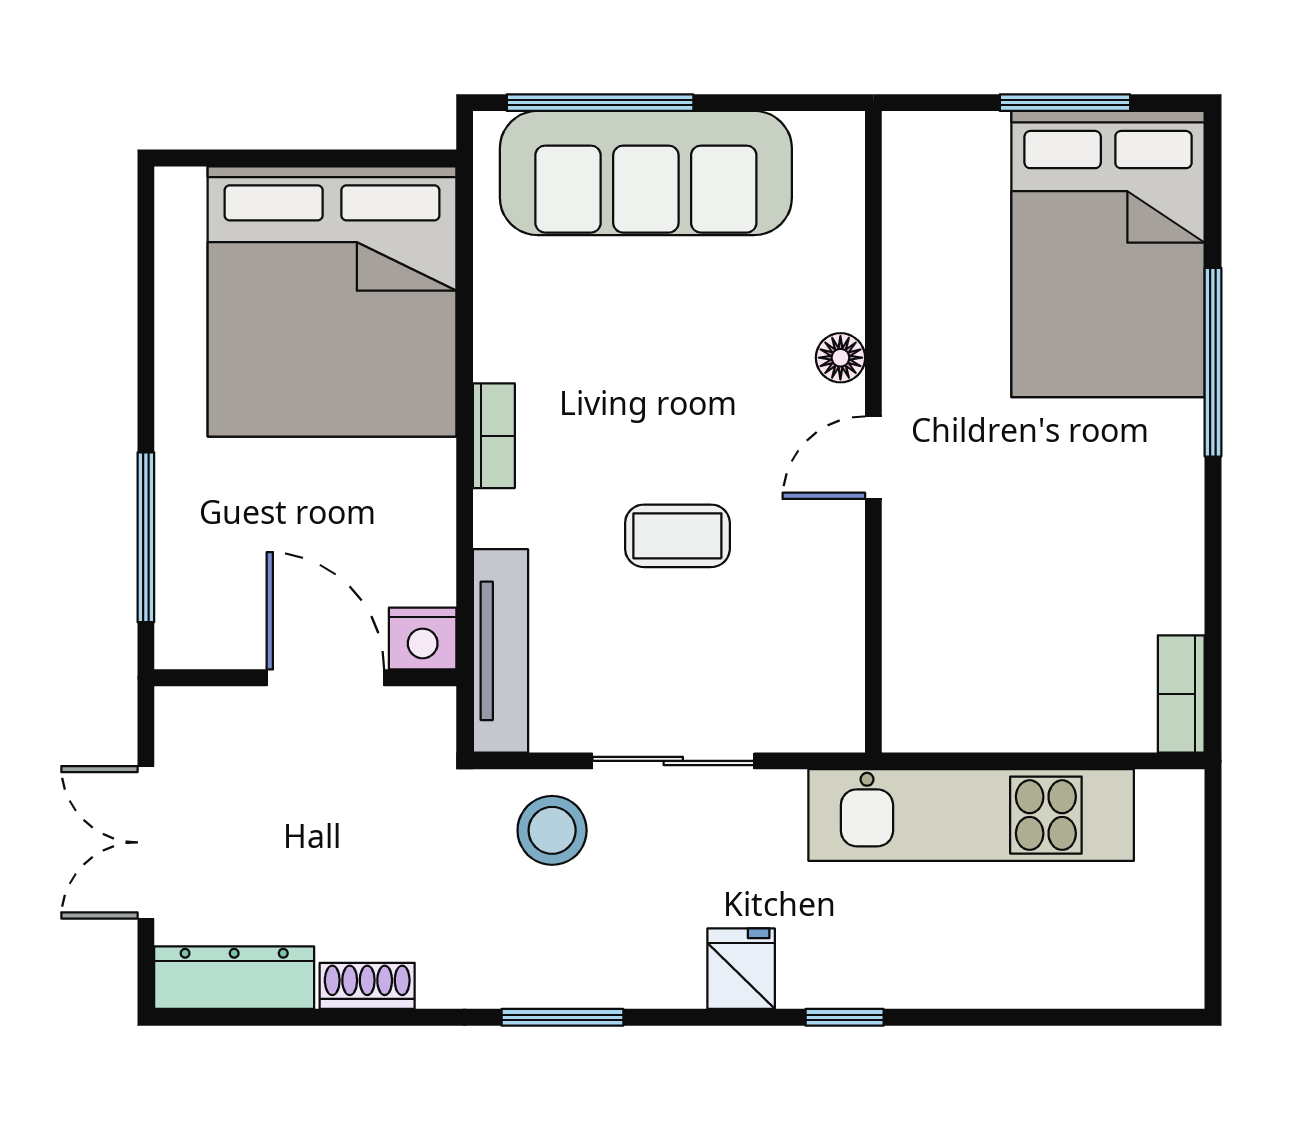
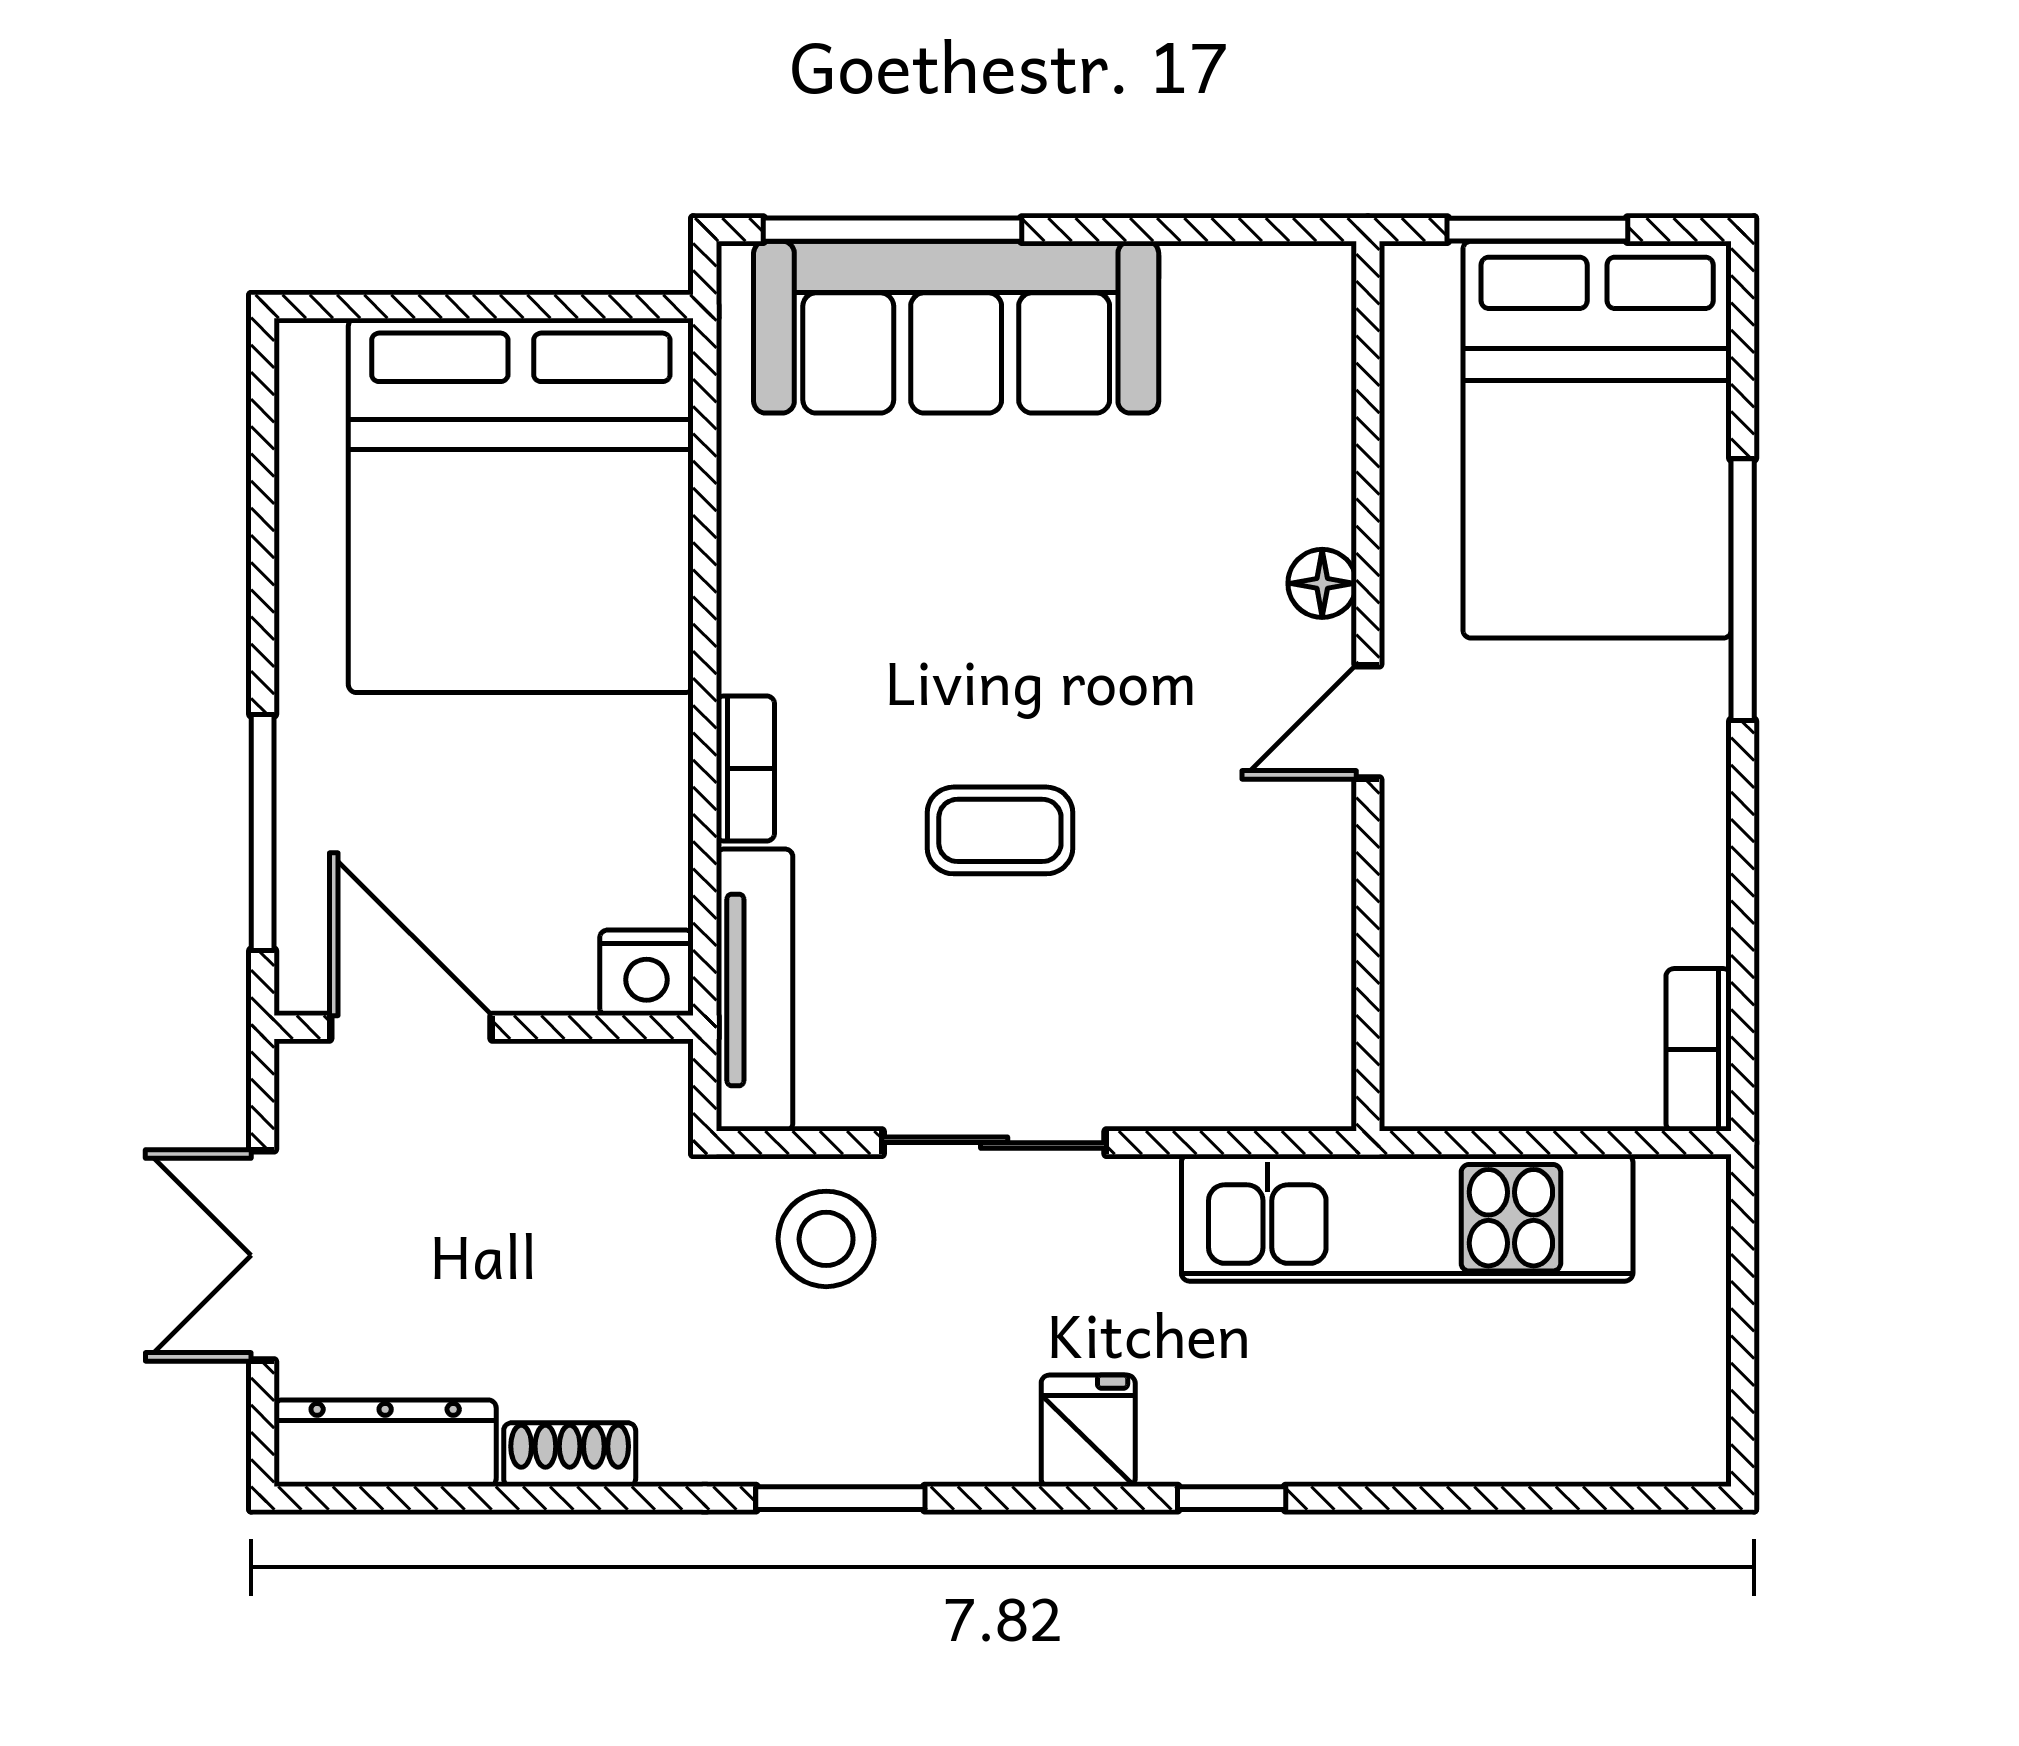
floor lamp: (840, 358) -> (1322, 583), moved
wall: (873, 432) -> (1368, 686), moved
bookcase: (494, 436) -> (745, 769), moved
door: (873, 458) -> (1368, 722), moved
door: (325, 678) -> (411, 1027), moved

